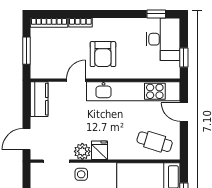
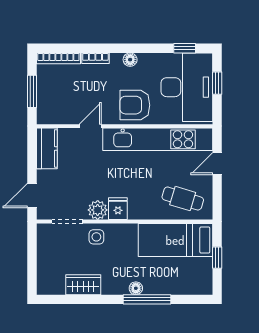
floor lamp: (110, 24) -> (130, 60), added
desk: (163, 39) -> (187, 87), width x1.36, depth x1.30
armchair: (103, 54) -> (135, 105), moved, turned 90
window: (184, 58) -> (217, 83), moved
door: (184, 112) -> (217, 164), hinge flipped

